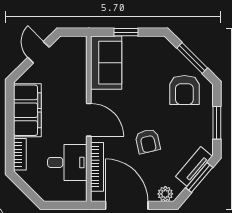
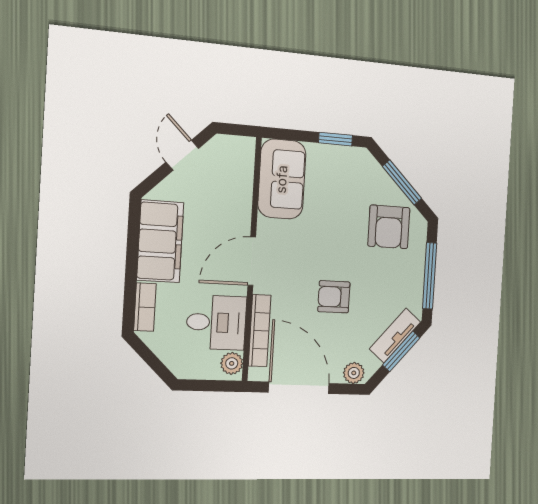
window: (126, 32) -> (336, 139), moved
door: (89, 120) -> (252, 261), swing flipped
window: (217, 123) -> (430, 276), width x1.44
armchair: (148, 141) -> (334, 297), turned 103
plant: (79, 190) -> (232, 363), added

